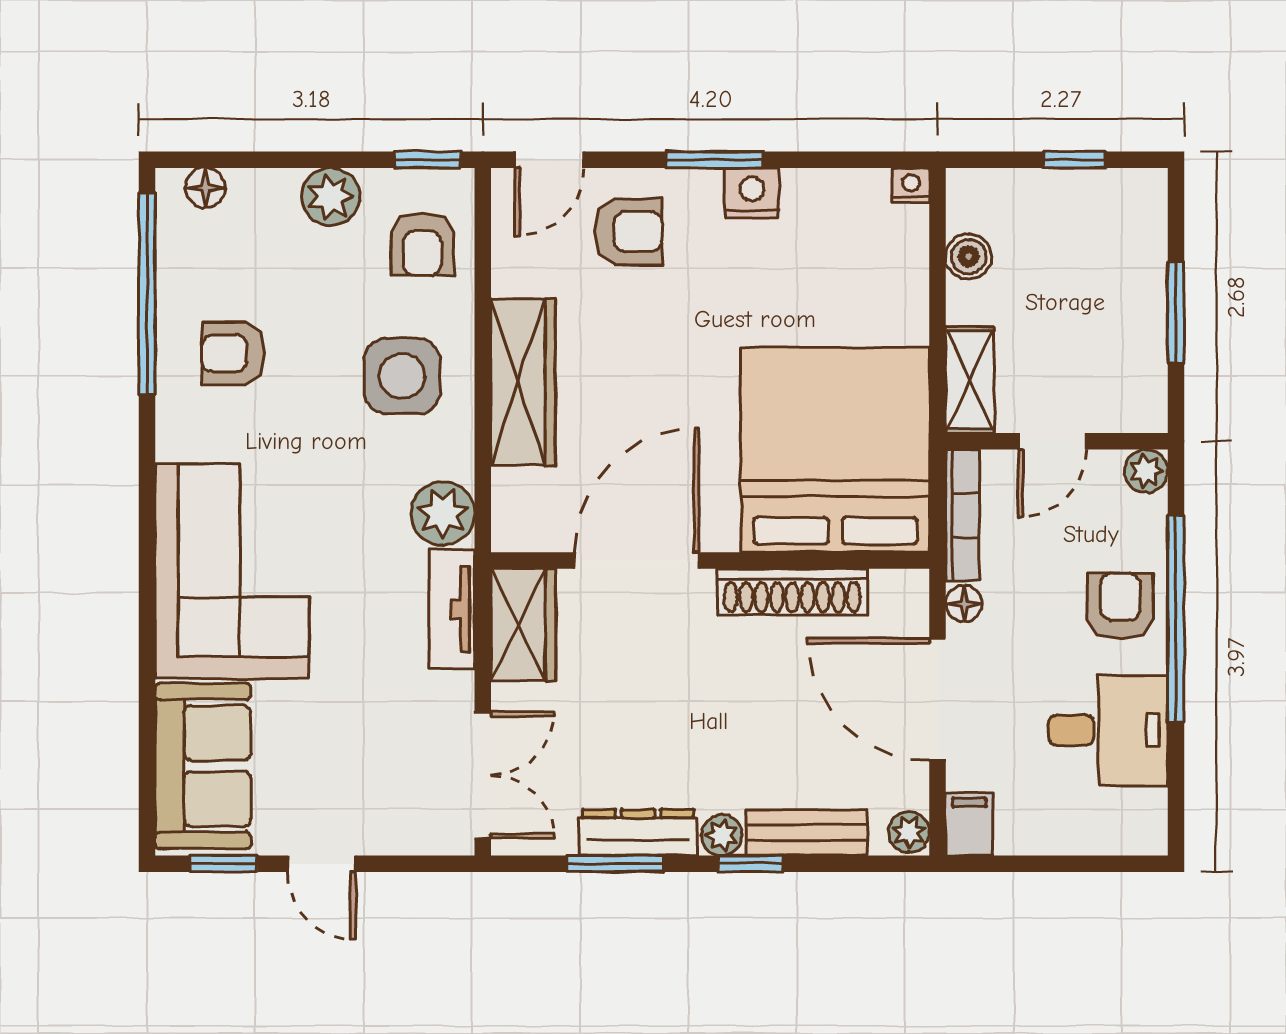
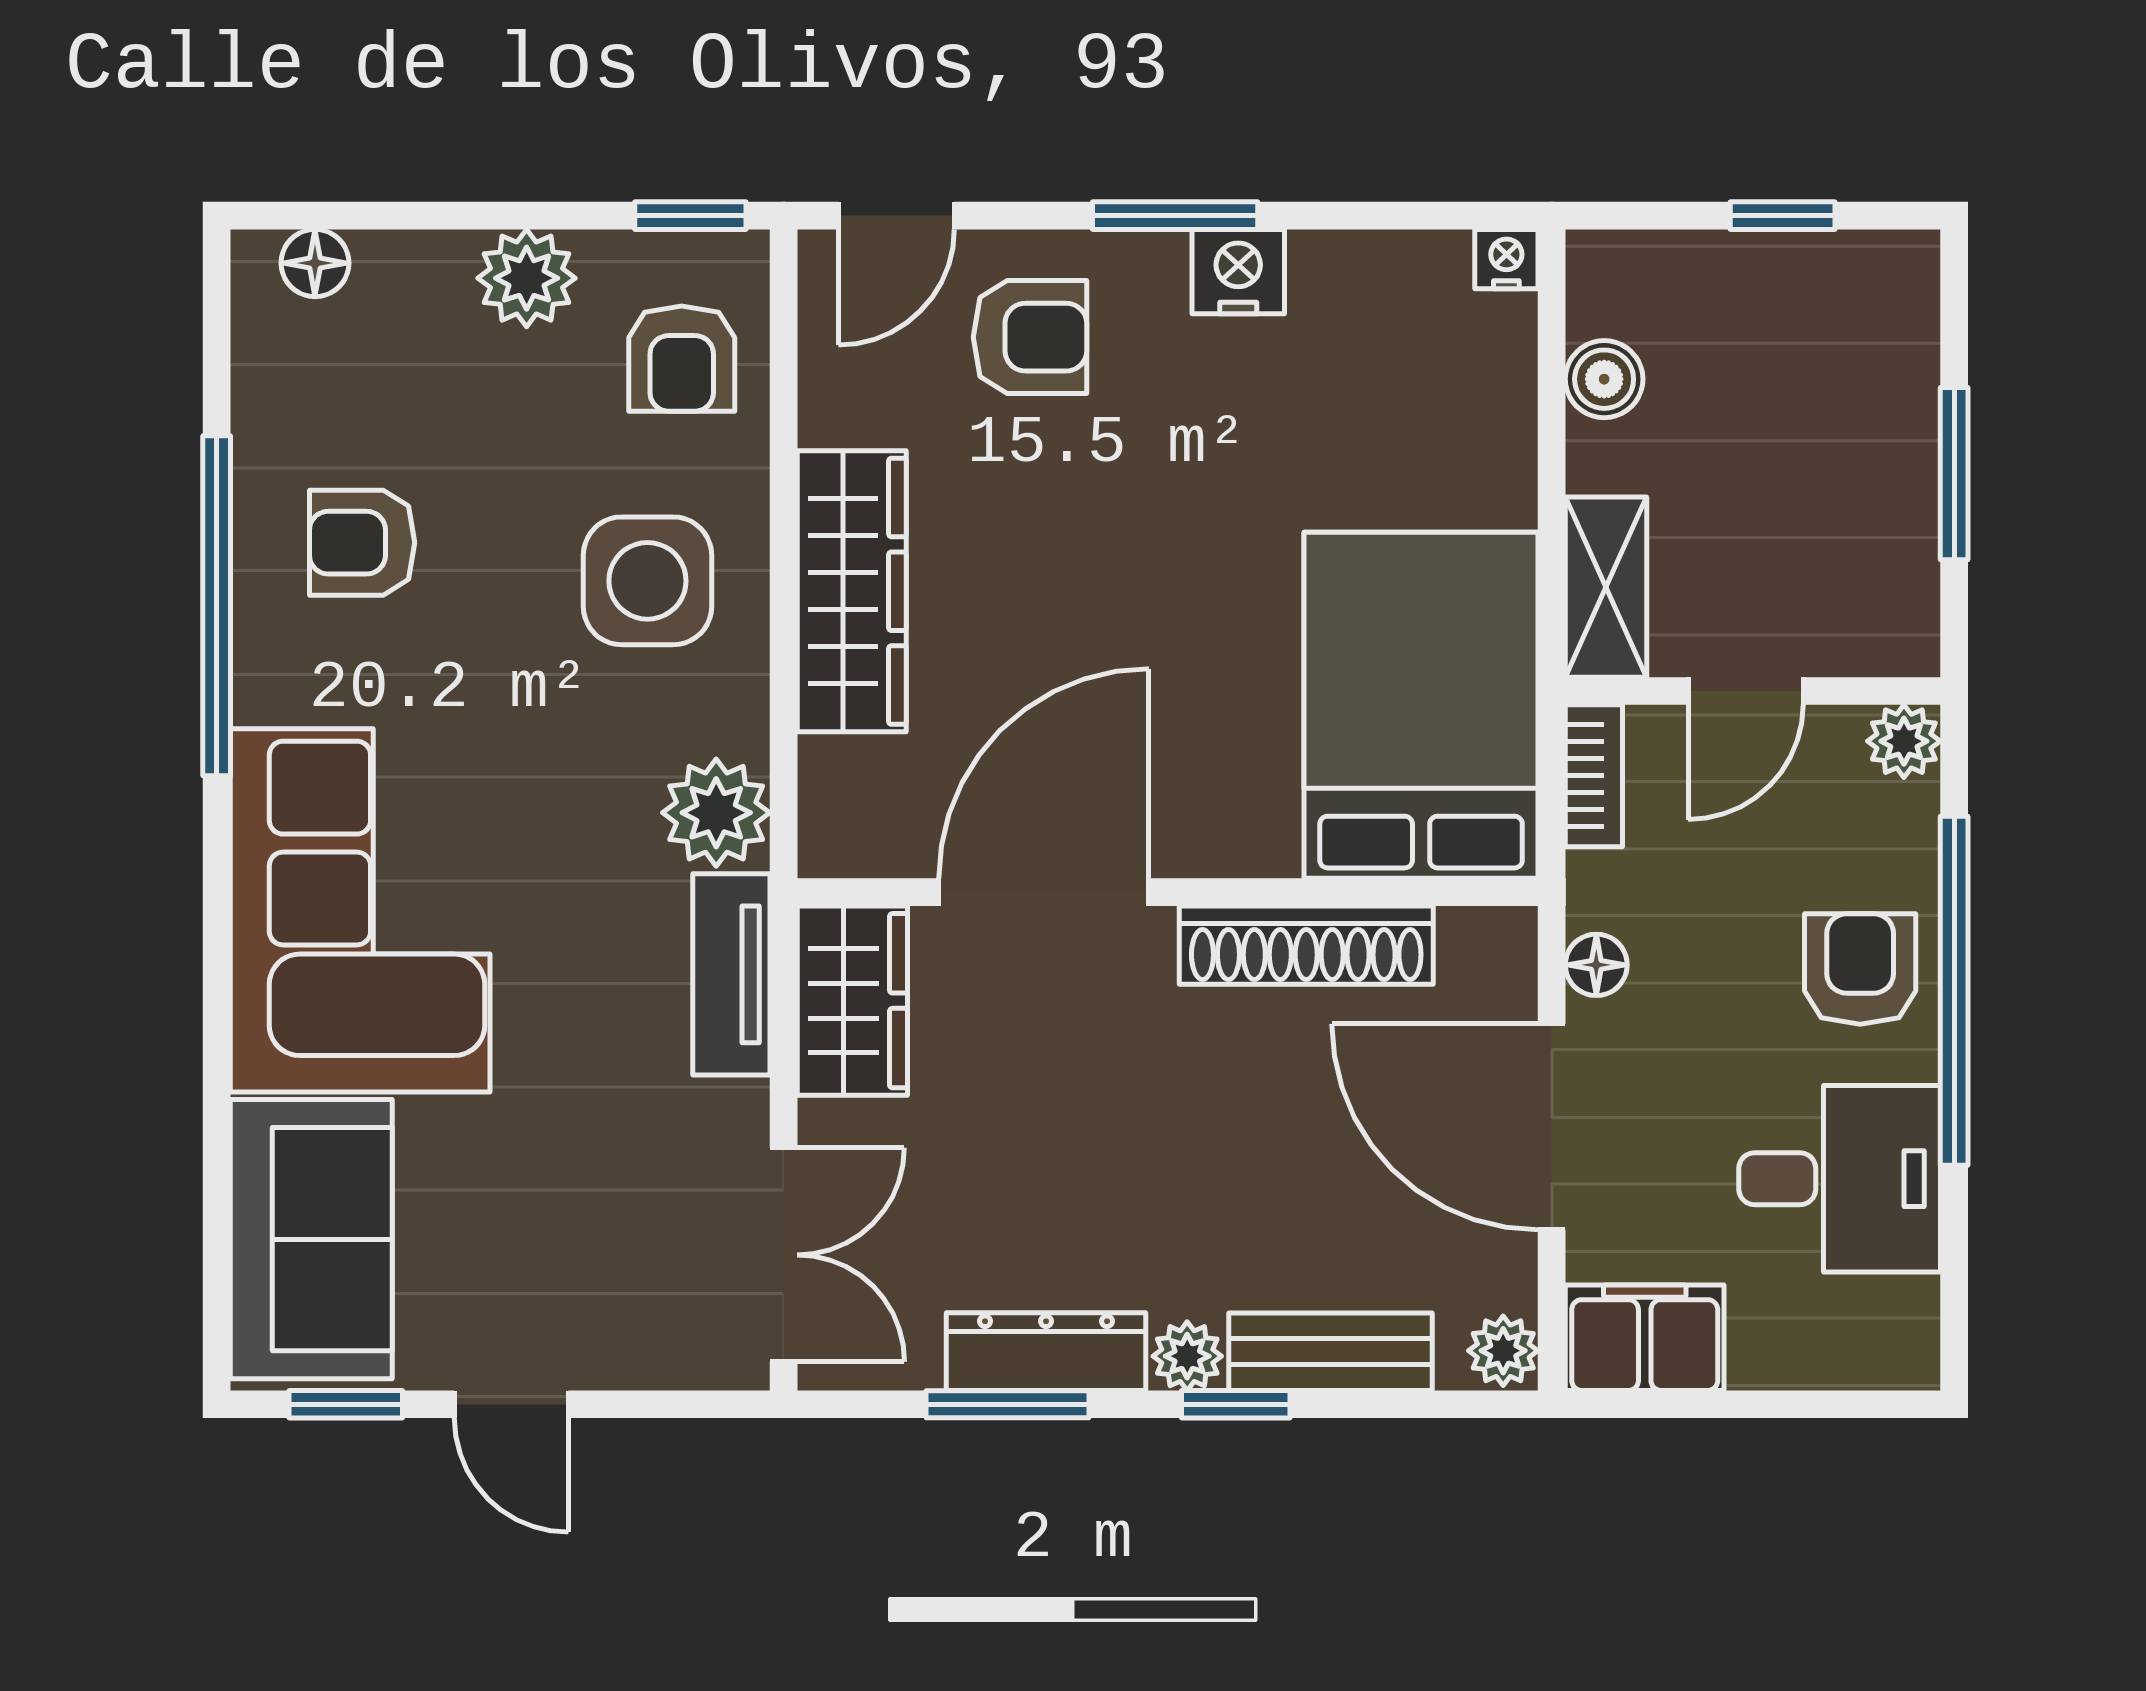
window: (147, 294) -> (217, 606), moved
bed: (835, 450) -> (1421, 705), width x0.73
bookcase: (963, 515) -> (1594, 776), width x0.64
filing cabinet: (969, 824) -> (1645, 1338), width x2.00

